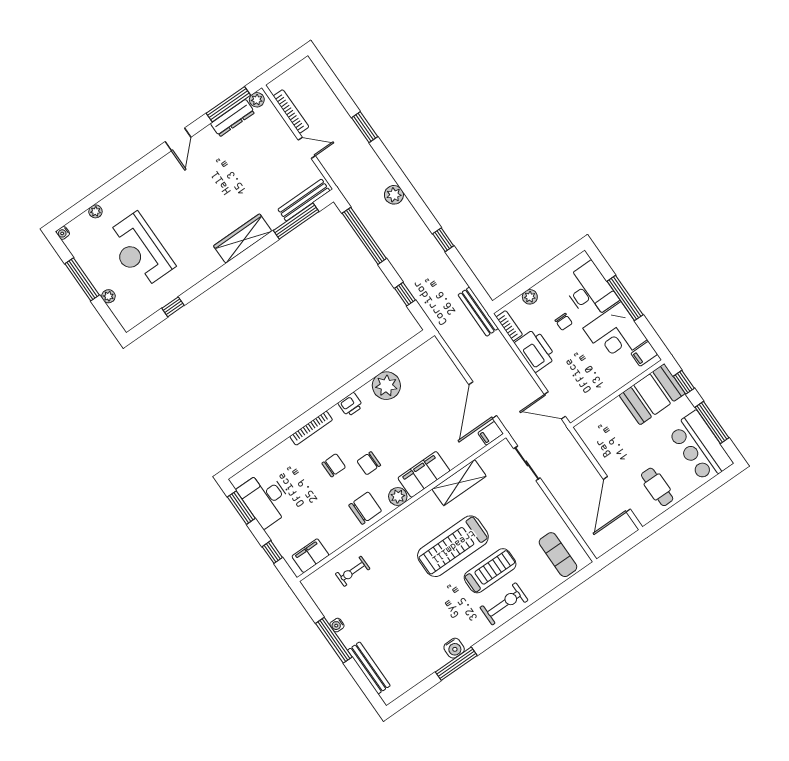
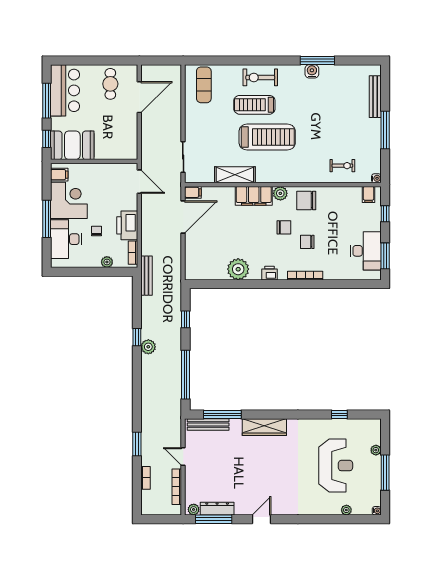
bookcase: (330, 98) -> (146, 478), added
plant: (394, 195) -> (148, 347), moved
filing cabinet: (310, 556) -> (369, 194), width x0.50
water cooler: (337, 625) -> (376, 178), moved

